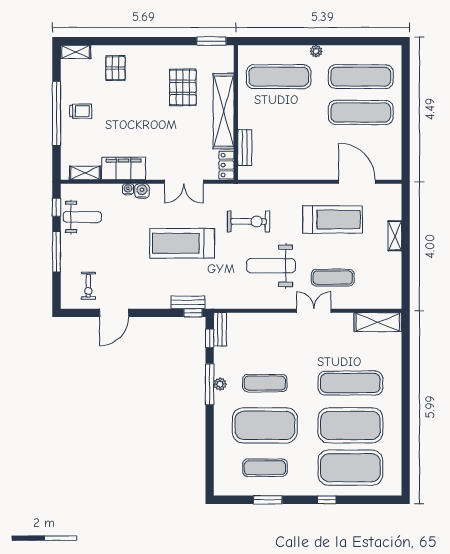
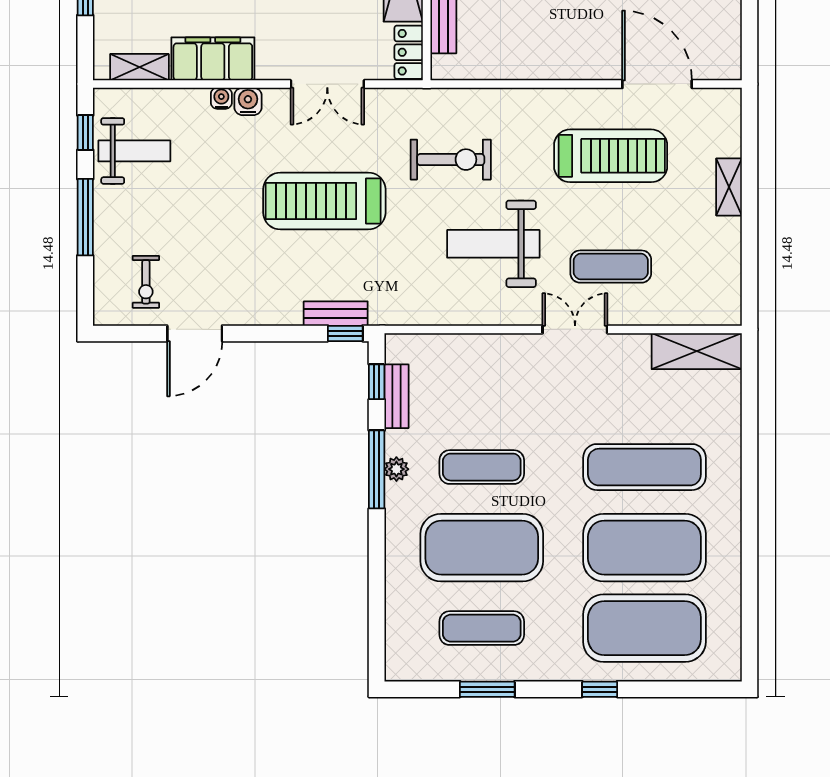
bench: (220, 329) -> (396, 396), moved

